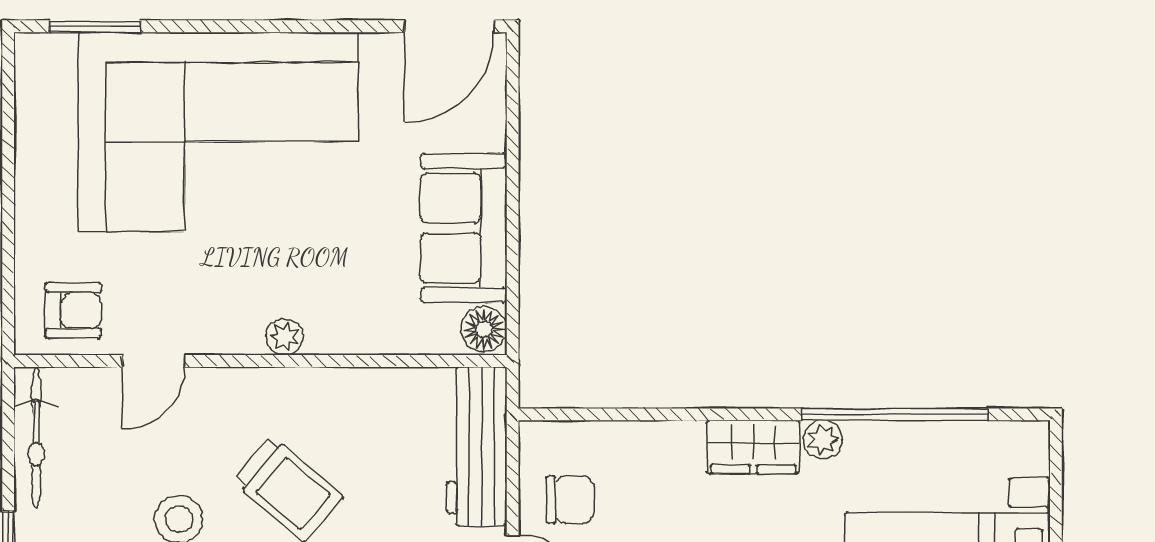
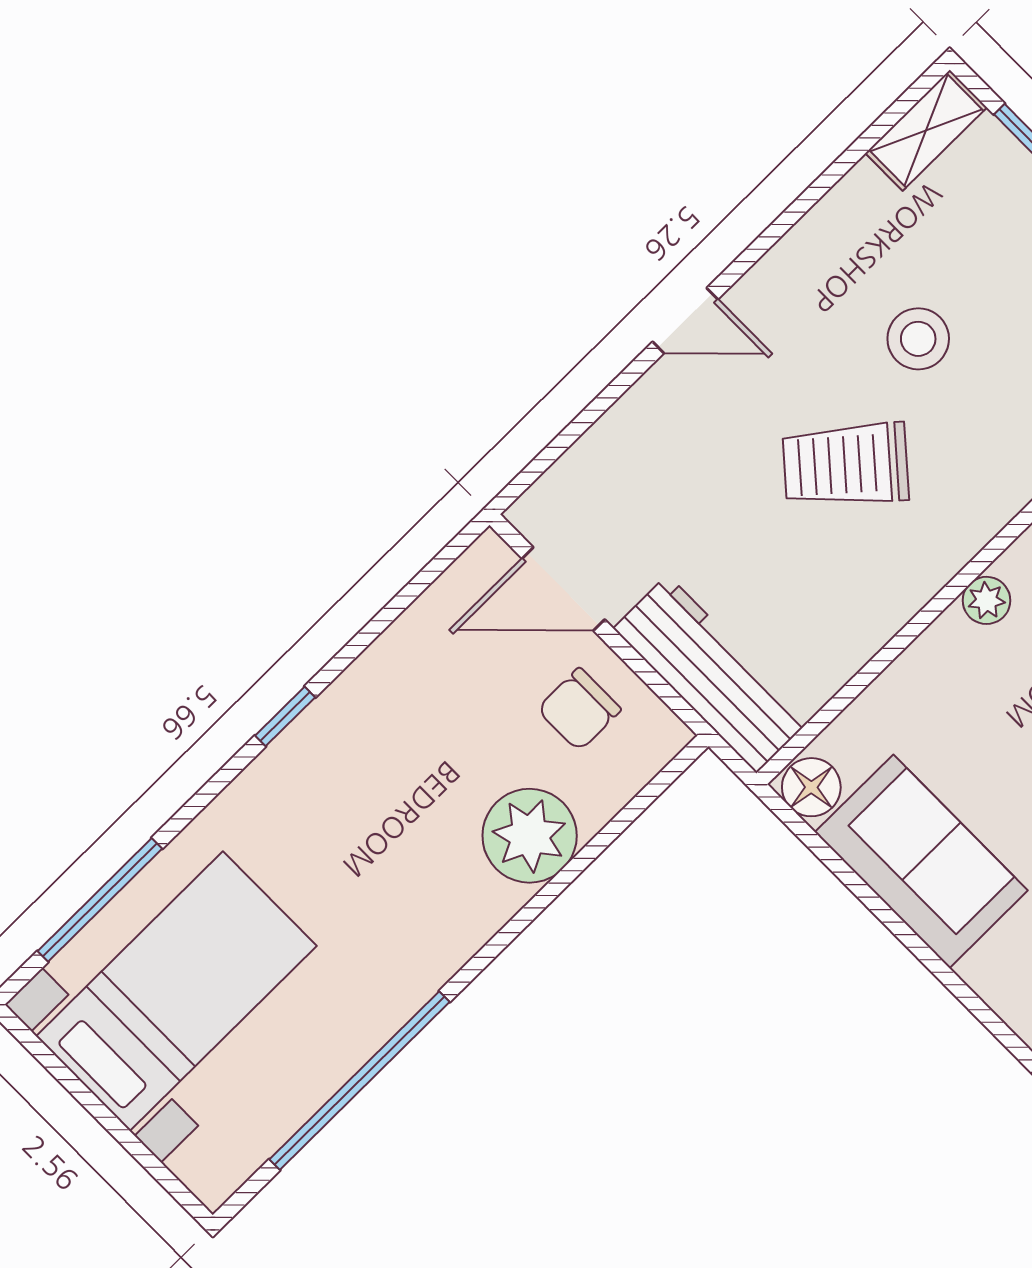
plant: (823, 440) -> (530, 836), moved, width x1.88, depth x1.88
wardrobe: (753, 447) -> (460, 923), removed

